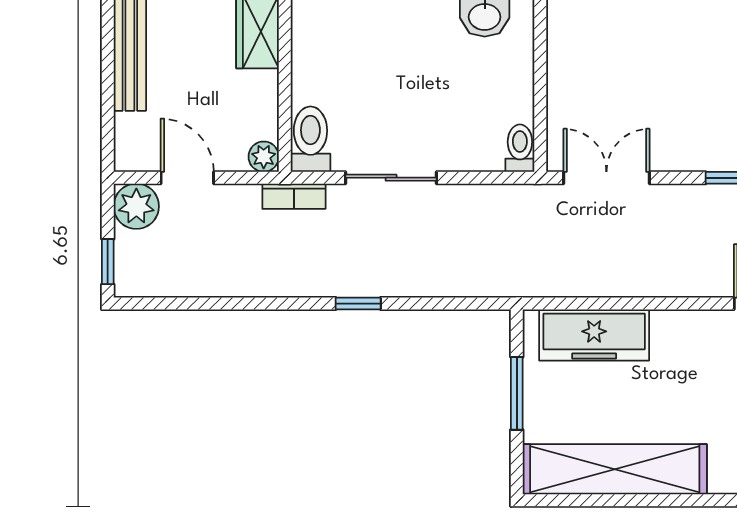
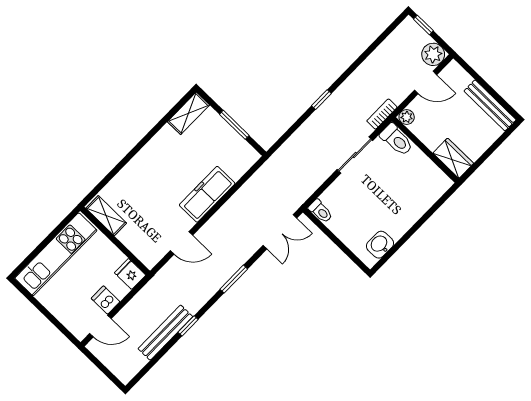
freezer: (594, 335) -> (207, 194), moved
shelving: (615, 469) -> (188, 113), width x0.45, depth x0.75

